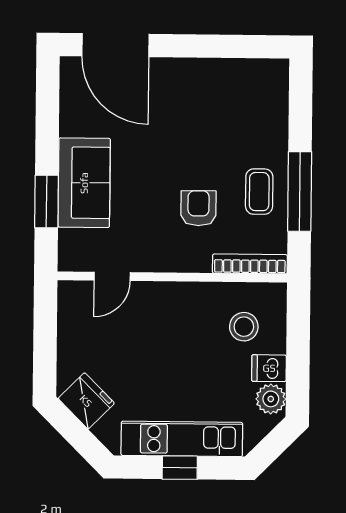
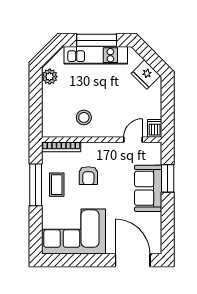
corner sofa: (228, 101) -> (74, 231), added
stool: (244, 327) -> (84, 117), moved
dishwasher: (269, 368) -> (155, 128), moved, turned -90
window: (180, 468) -> (97, 40), width x2.17

